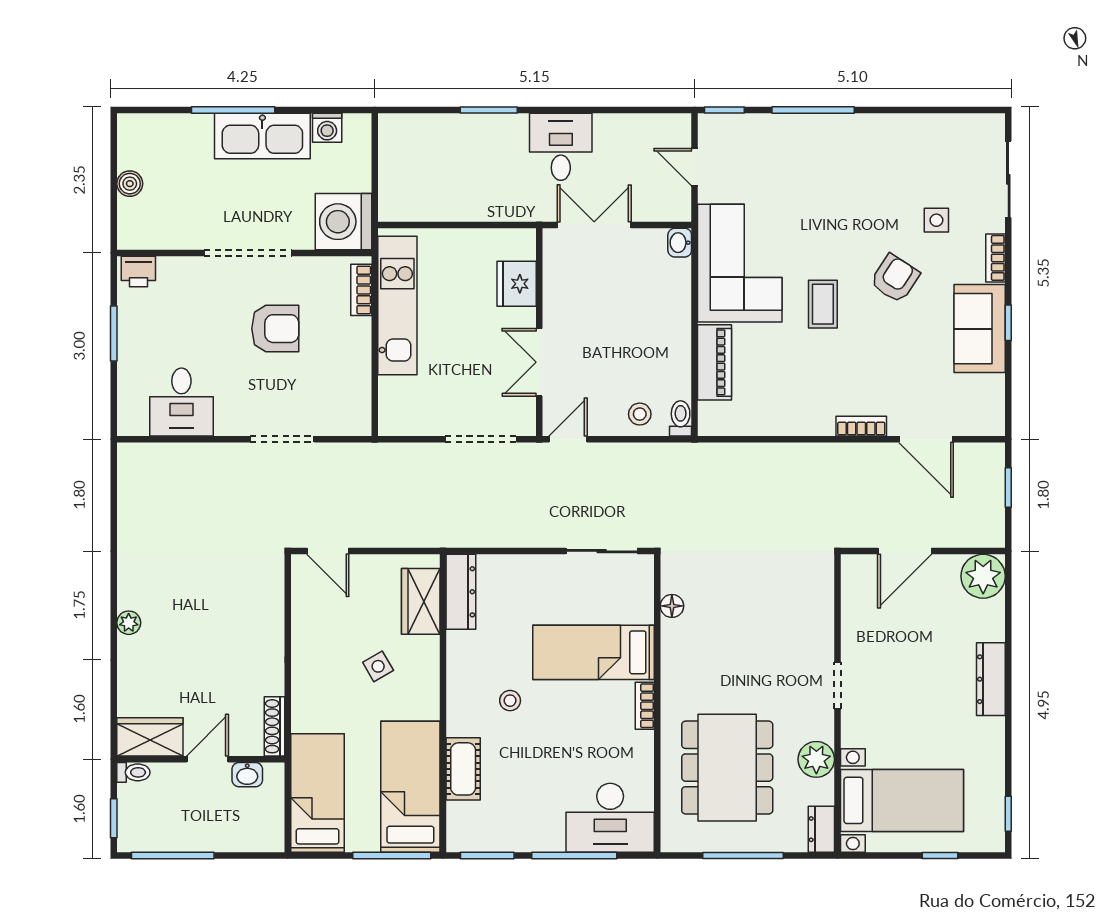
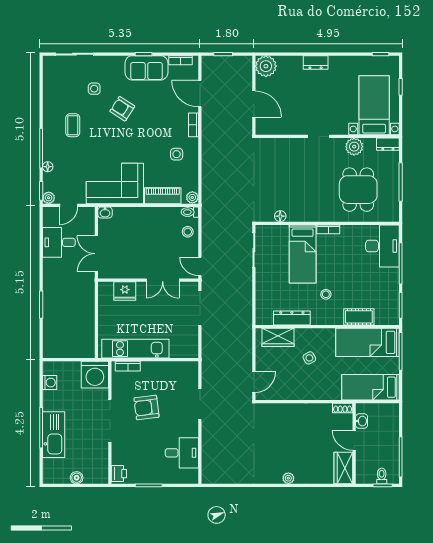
floor lamp: (775, 124) -> (48, 167), added
plant: (710, 126) -> (49, 198), added
kitchen sink: (262, 136) -> (54, 435), moved
desk: (561, 147) -> (59, 242), moved
bookcase: (996, 258) -> (181, 60), moved
coffee table: (823, 304) -> (73, 125), moved, turned 90
armchair: (275, 329) -> (146, 408), turned -97
side table: (801, 391) -> (177, 154), added
plant: (711, 424) -> (192, 197), added
door: (926, 439) -> (200, 94), swing flipped
dresser: (461, 592) -> (292, 318), moved
dresser: (991, 679) -> (316, 62), width x0.70
shoe rack: (275, 726) -> (343, 408), width x0.70
dining table: (727, 768) -> (358, 190), width x0.73
toilet: (133, 772) -> (382, 476), moved

